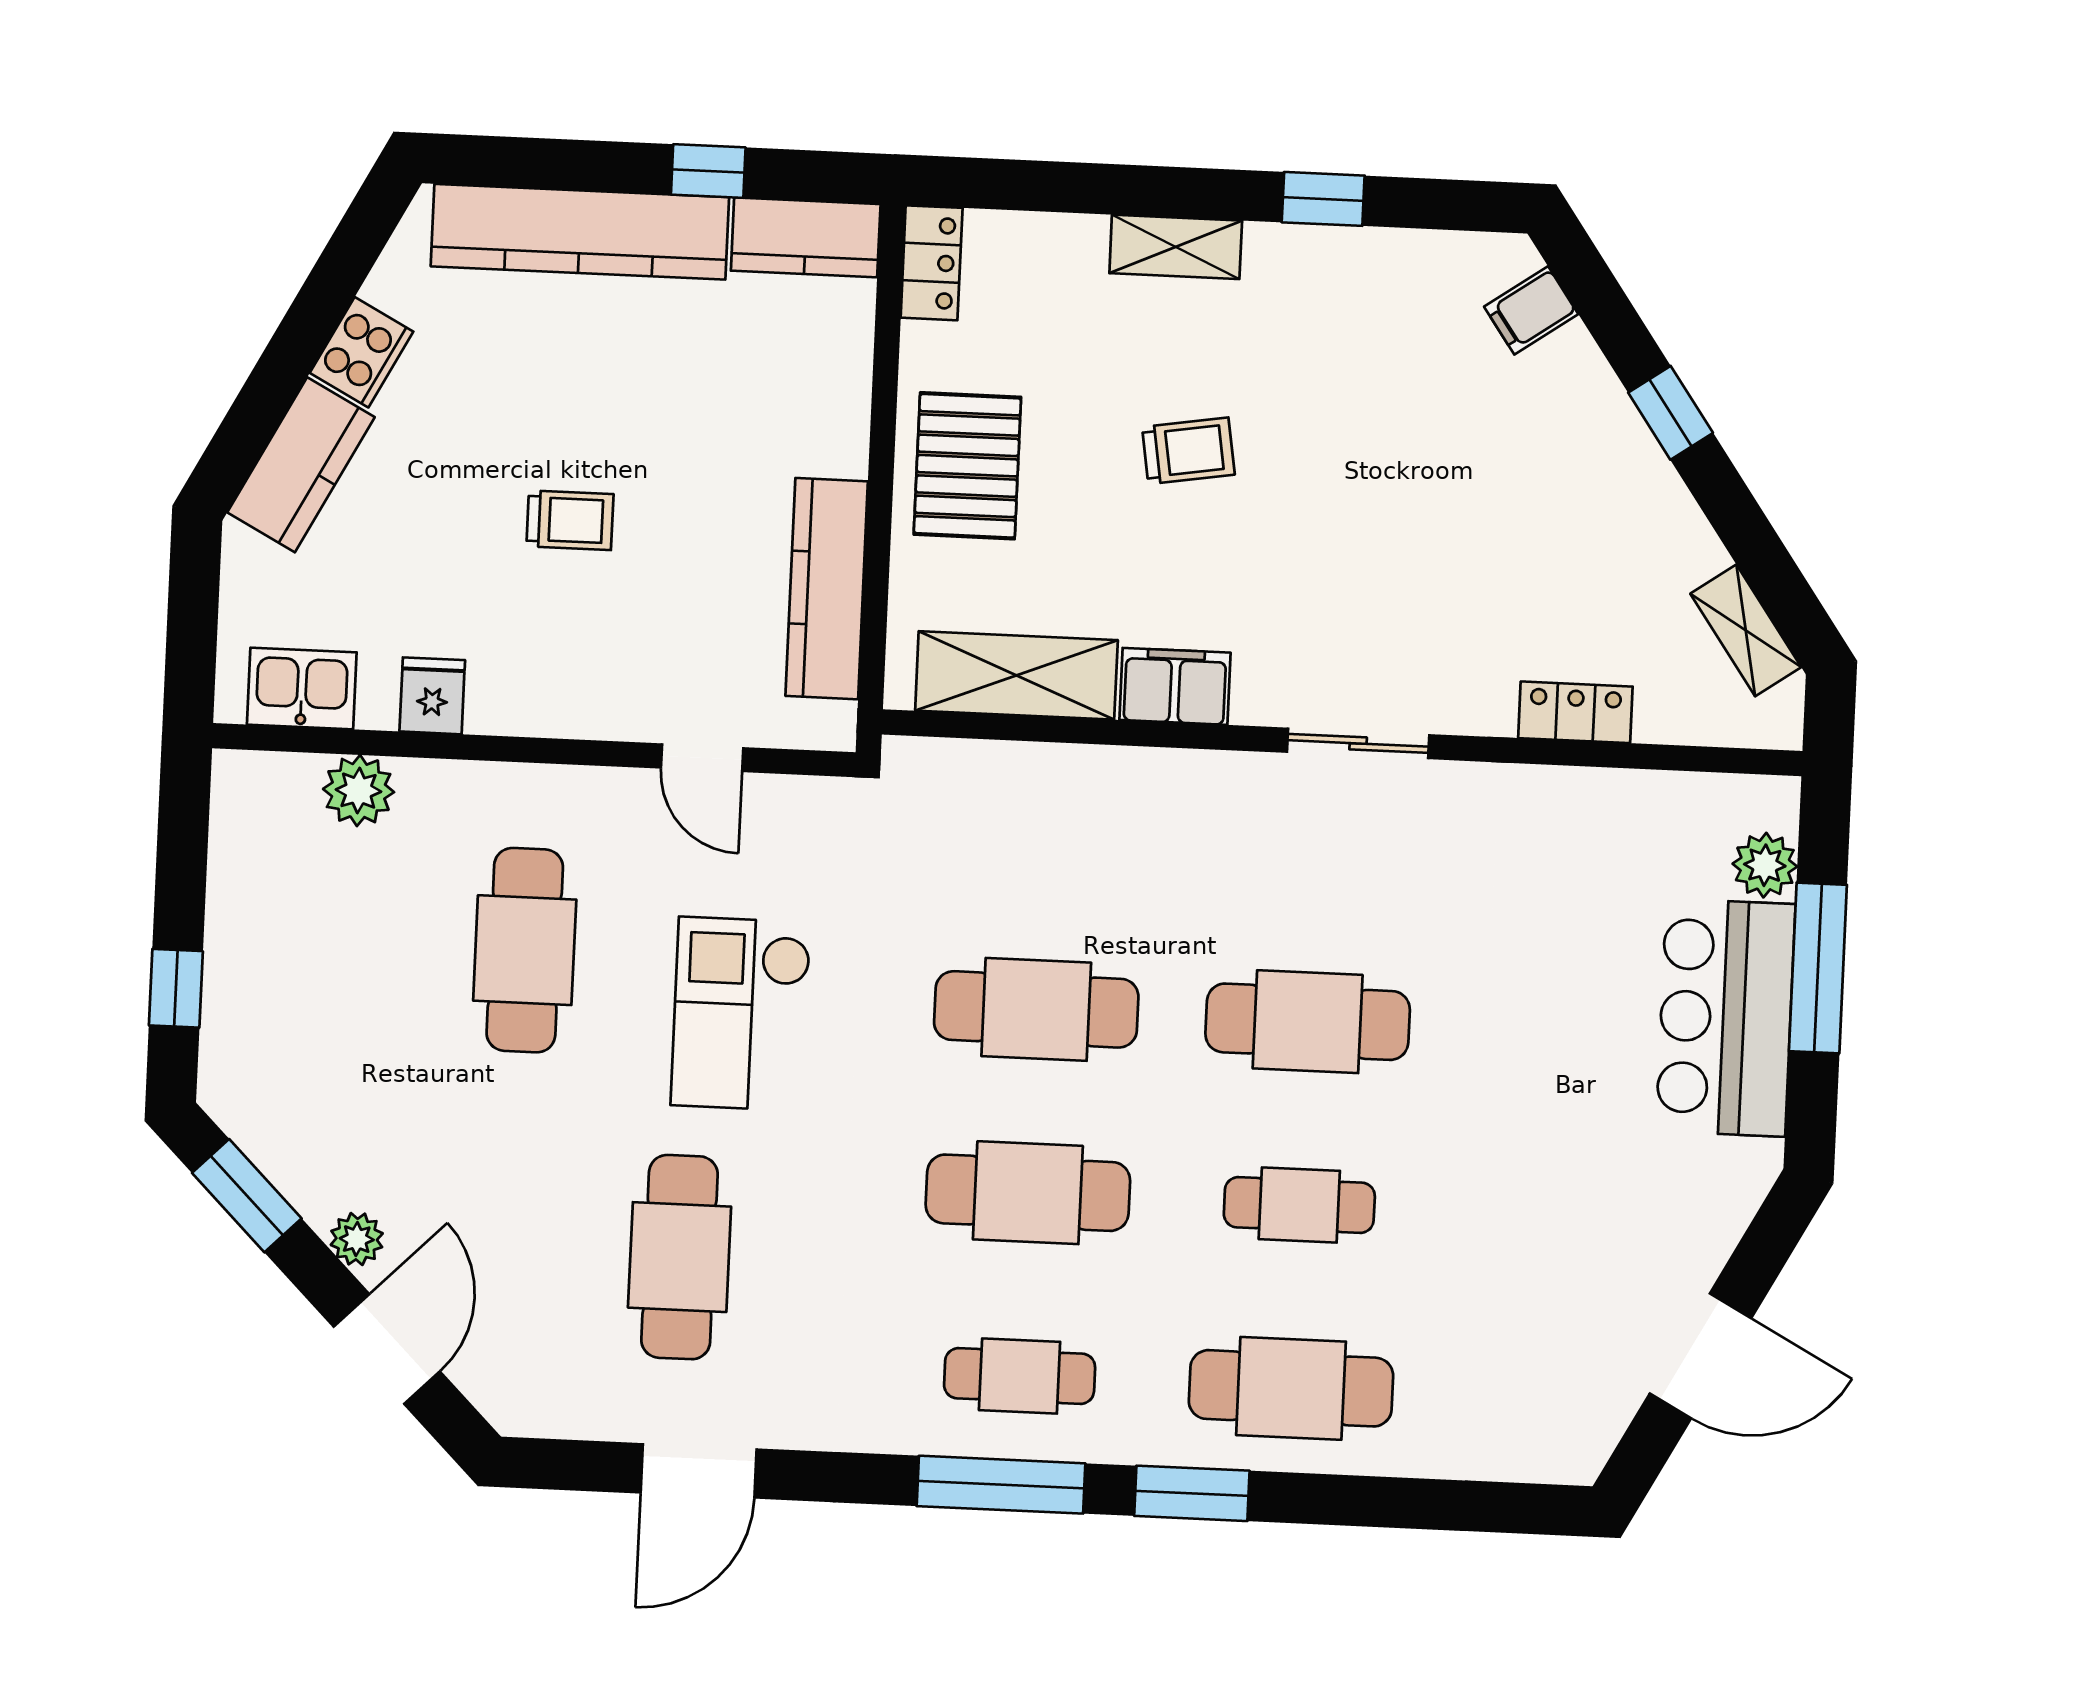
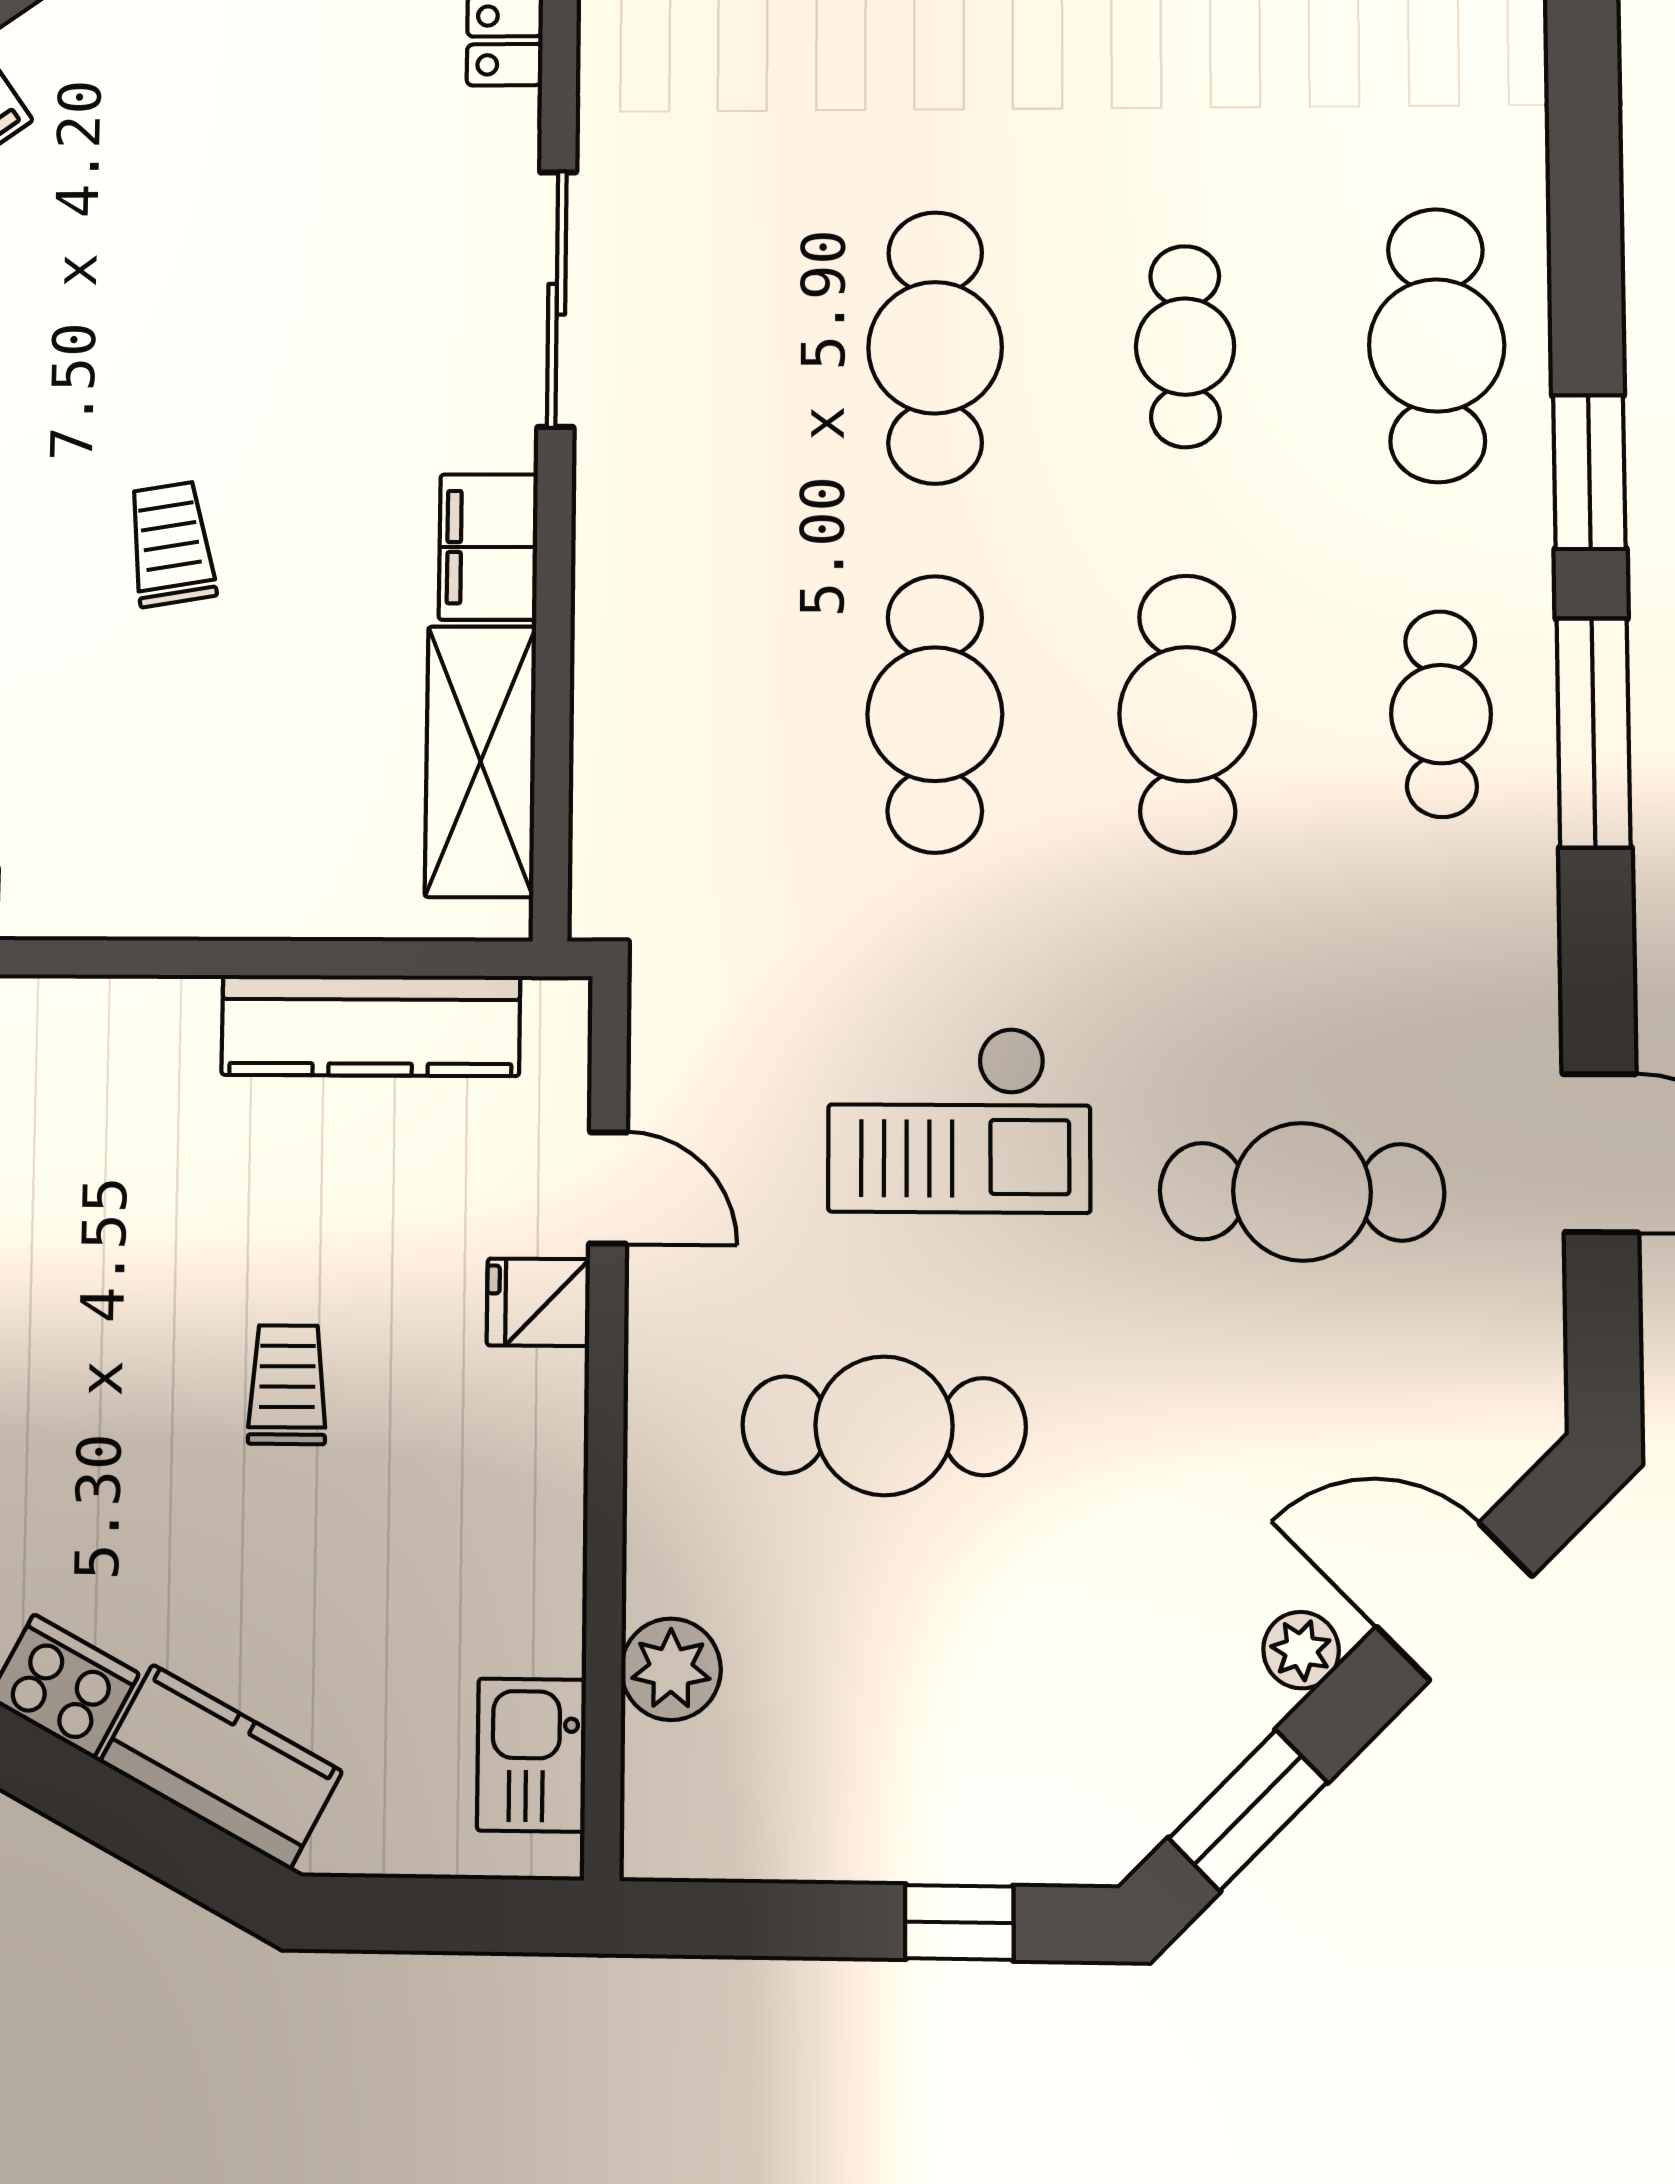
pallet: (967, 466) -> (199, 841), removed
fridge: (432, 696) -> (538, 1302), moved
sliding door: (1358, 743) -> (557, 299), width x1.37
door: (702, 758) -> (608, 1188), hinge flipped

